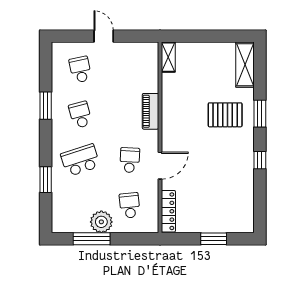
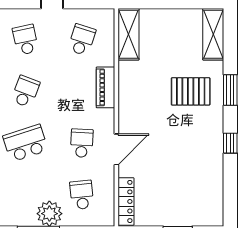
shelving: (168, 57) -> (128, 34), width x1.50, depth x1.33
school desk: (130, 70) -> (82, 40), added
school desk: (80, 115) -> (25, 91), turned 36

